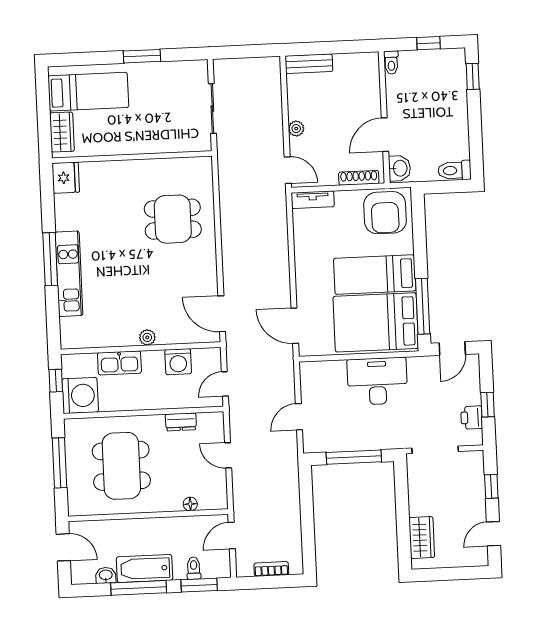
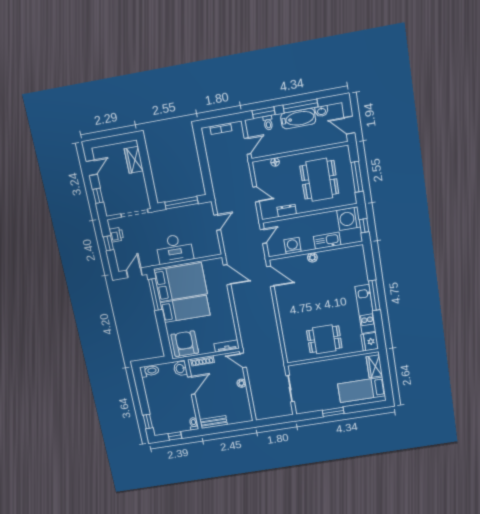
bench: (309, 64) -> (214, 422), moved
dining table: (173, 219) -> (324, 339), moved
kitchen unit: (69, 274) -> (366, 309), moved

